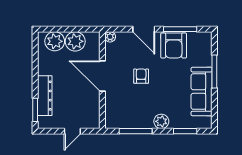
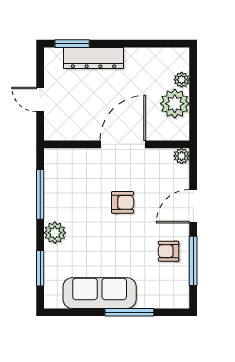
plant: (55, 41) -> (182, 80), width x0.53, depth x0.53
armchair: (174, 46) -> (169, 251), width x0.53, depth x0.53

